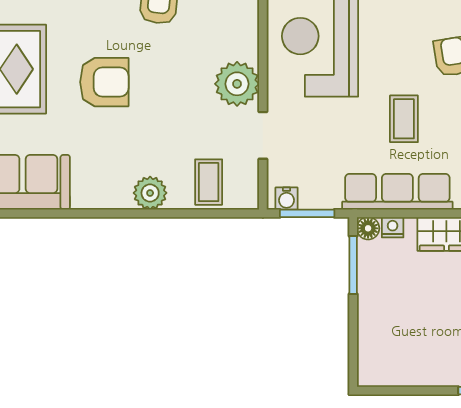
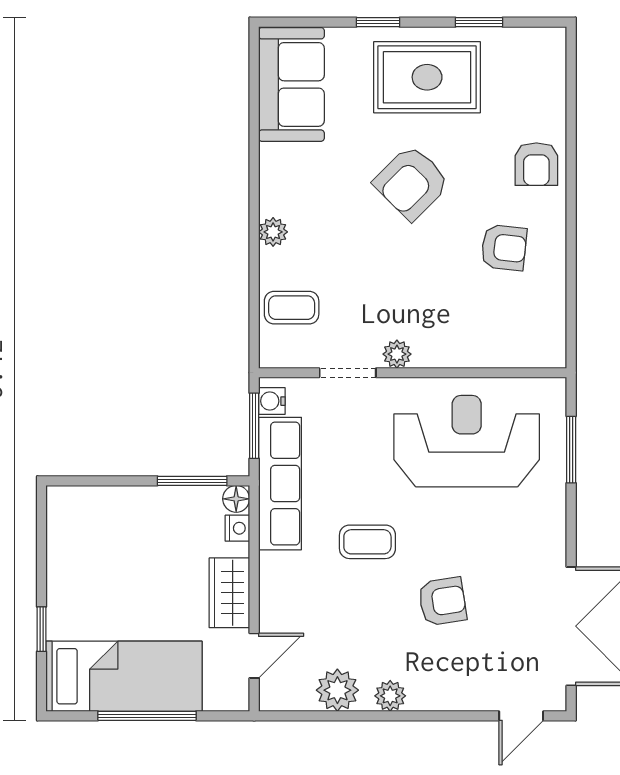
armchair: (104, 82) -> (412, 183), turned 45
plant: (237, 84) -> (397, 354), width x0.53, depth x0.53
row of seats: (397, 192) -> (280, 484), moved
plant: (150, 193) -> (273, 232), width x0.73, depth x0.73

